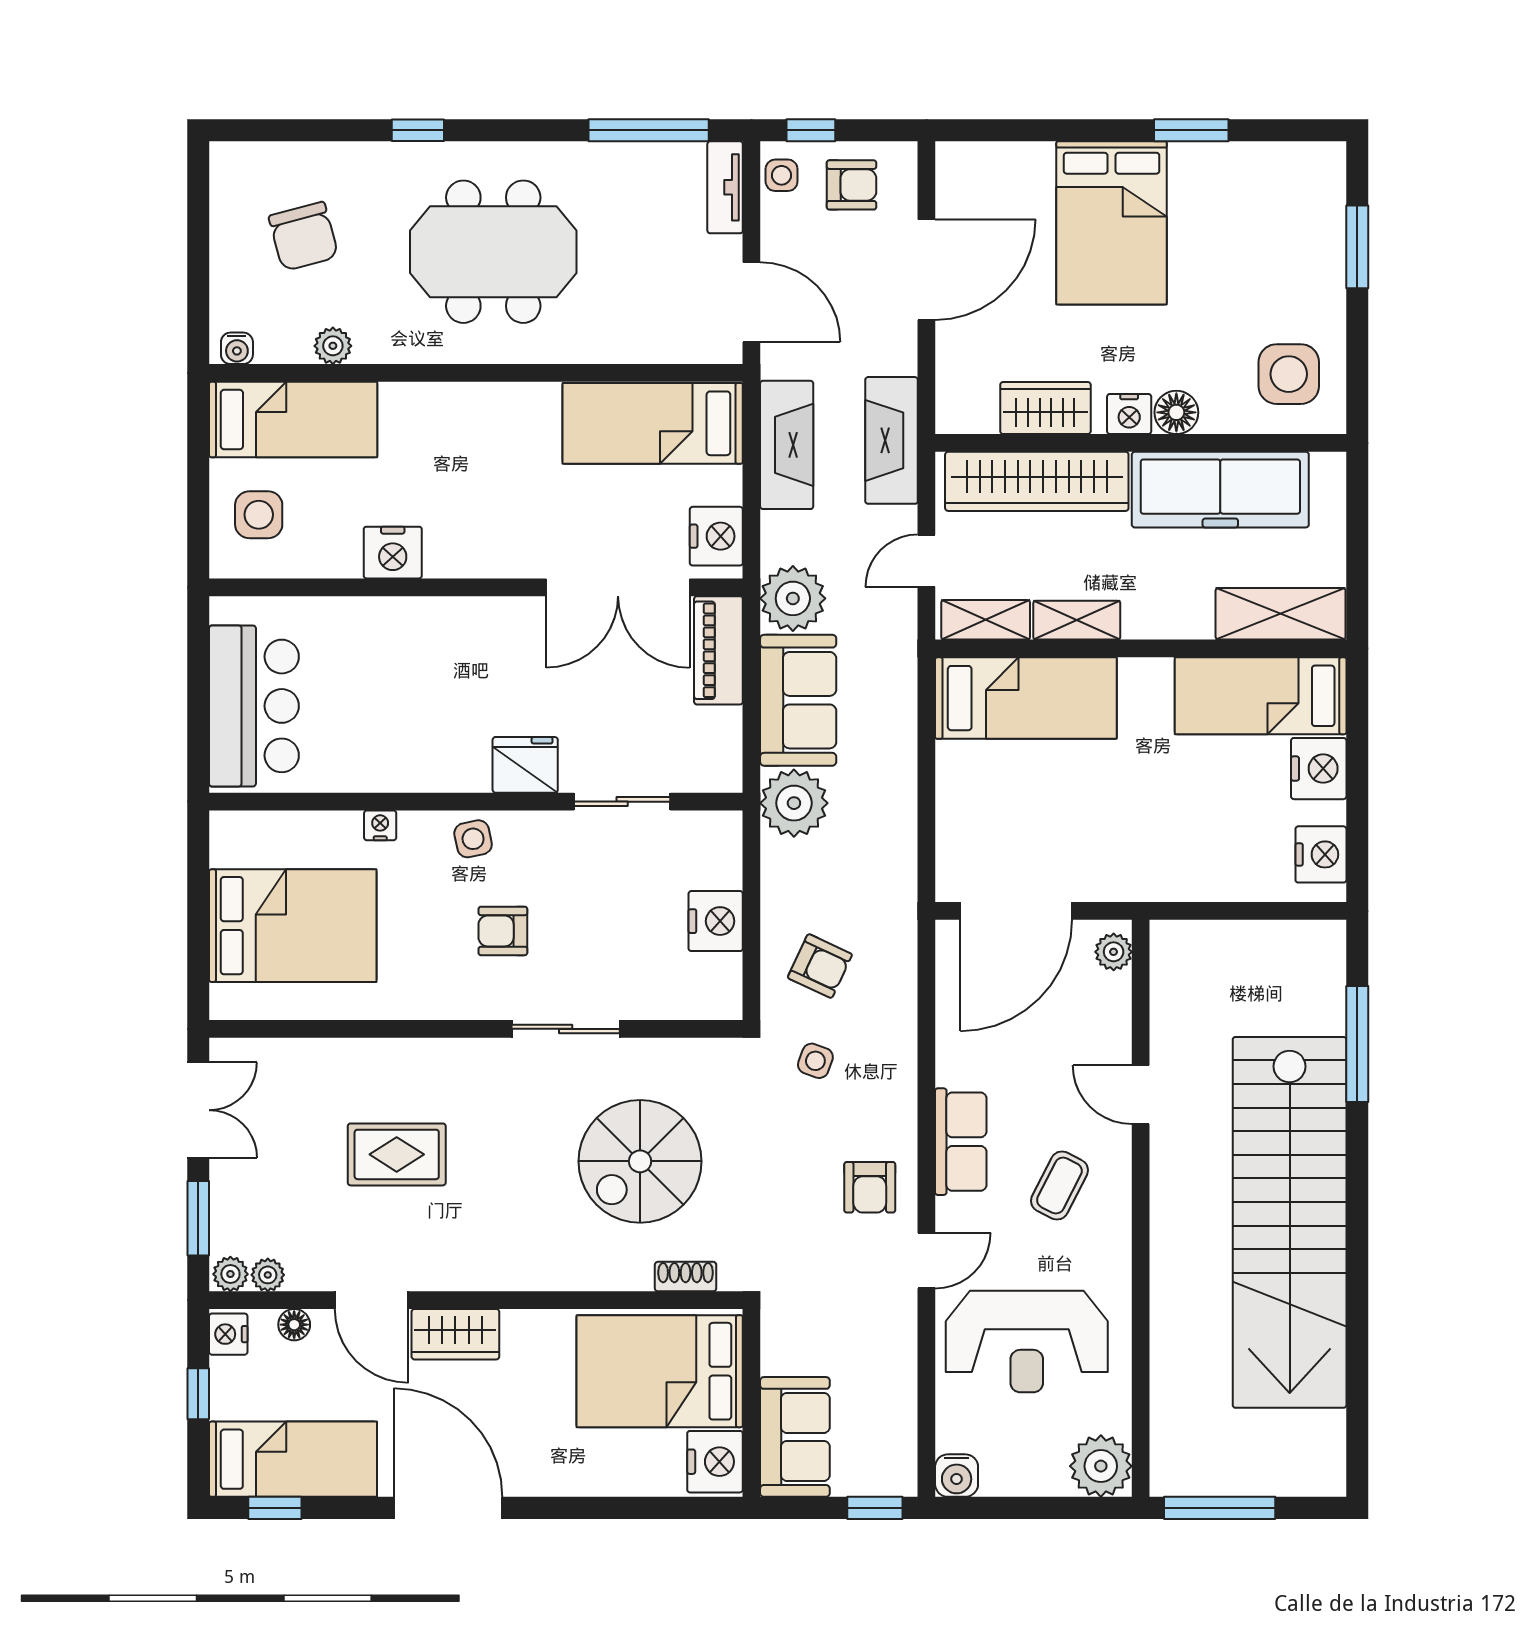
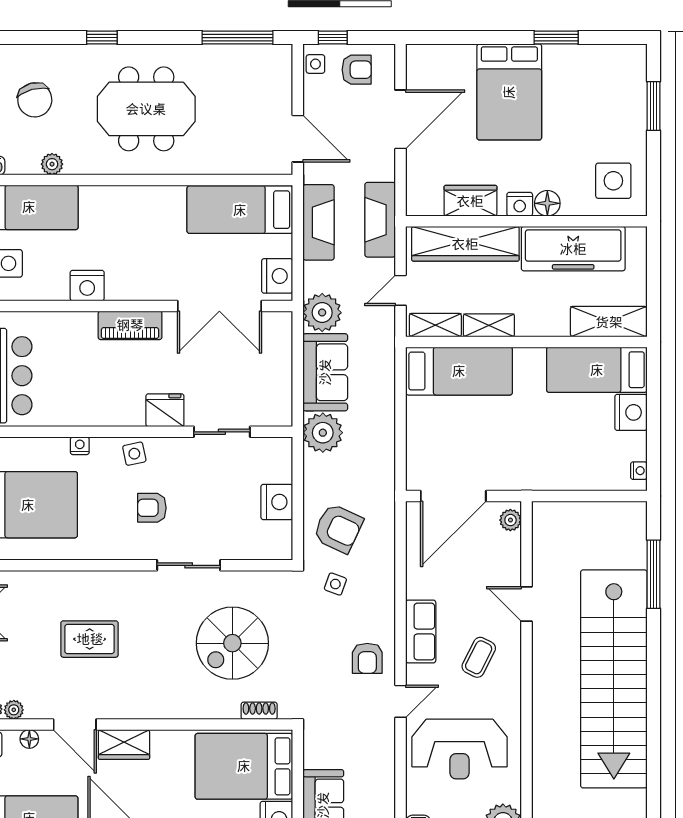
tv unit: (725, 187) -> (282, 71), removed
piano: (718, 650) -> (130, 325), moved, turned -90
nightstand: (1321, 854) -> (639, 471), width x0.53, depth x0.56
armchair: (820, 966) -> (338, 528), width x1.38, depth x1.38

